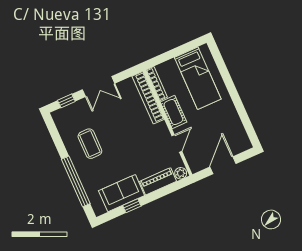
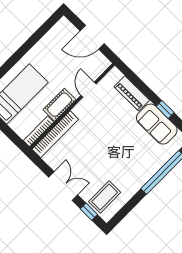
coffee table: (90, 144) -> (105, 197), moved
door: (177, 144) -> (88, 90), hinge flipped
plant: (181, 173) -> (116, 75), removed

